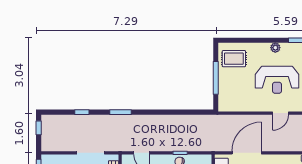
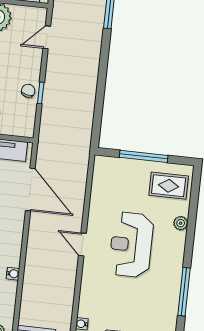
plant: (275, 48) -> (181, 223), moved
rug: (234, 59) -> (169, 186), turned 90

